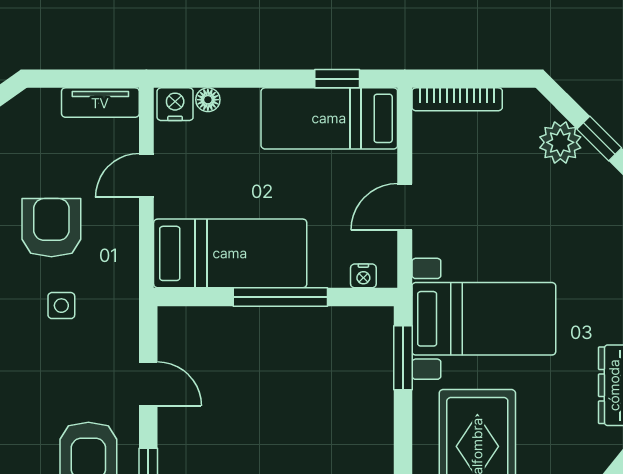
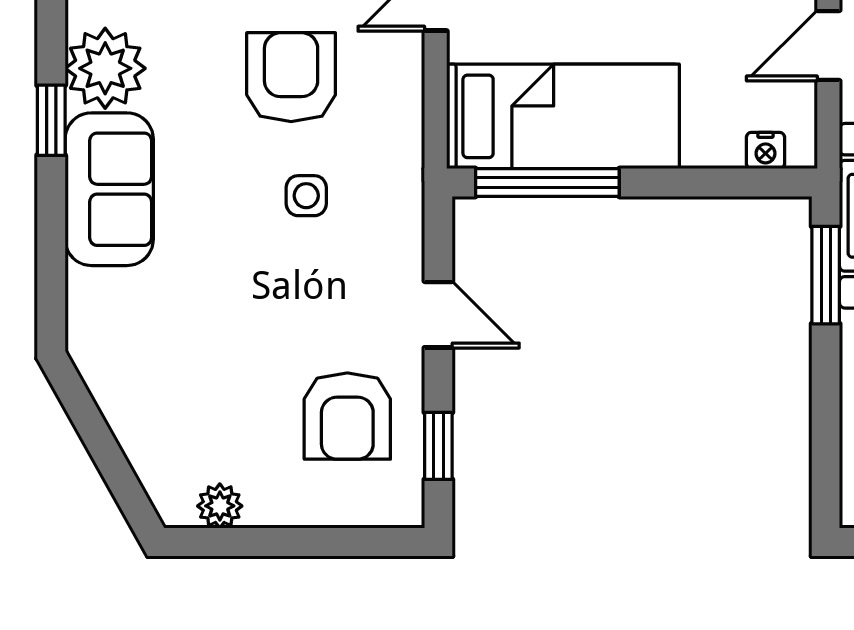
window: (280, 297) -> (547, 183), moved

